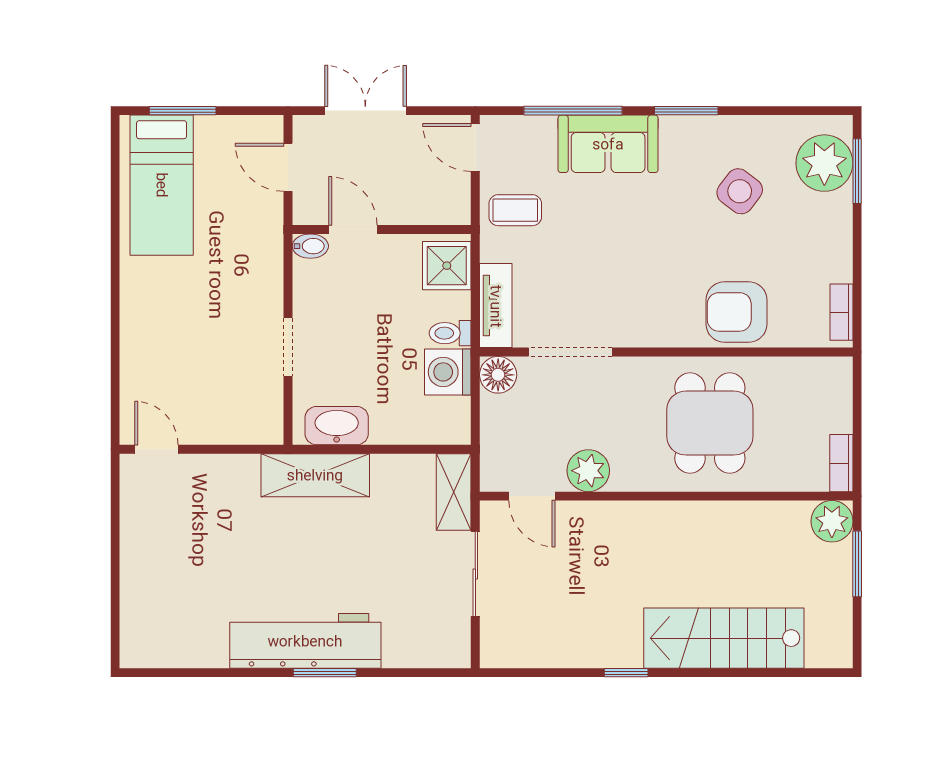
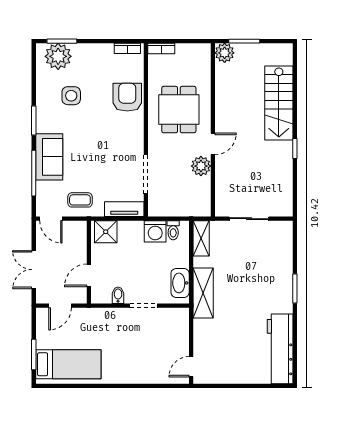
door: (475, 147) -> (51, 219), hinge flipped
side table: (740, 191) -> (71, 96), turned -37
coffee table: (515, 210) -> (80, 200), turned 90
bidet: (310, 246) -> (118, 295), moved
armchair: (737, 312) -> (127, 97), turned 180
toilet: (450, 333) -> (173, 230), moved
floor lamp: (498, 375) -> (156, 208), removed
dining table: (710, 423) -> (179, 110), turned 90
bookcase: (841, 463) -> (161, 48), moved
shelving: (454, 492) -> (201, 238), moved, turned 90
door: (532, 496) -> (213, 144), moved
workbench: (305, 641) -> (280, 349), moved

